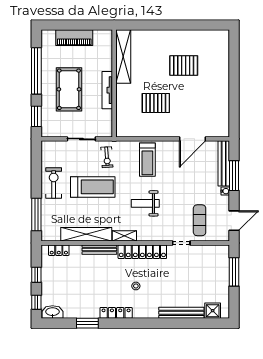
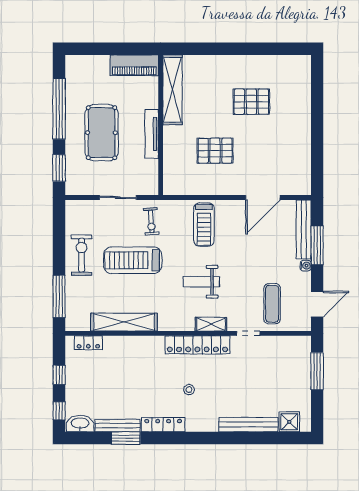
piano: (74, 38) -> (134, 65), moved
treadmill: (93, 187) -> (133, 260), turned 180
shelving: (124, 236) -> (211, 324), moved
bench: (99, 250) -> (118, 426), moved

